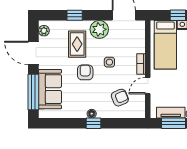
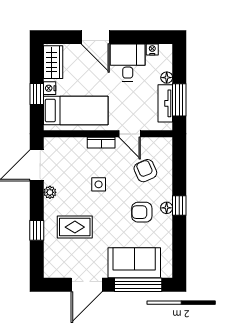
plant: (99, 29) -> (50, 192), width x0.53, depth x0.53
plant: (44, 31) -> (57, 271), removed
armchair: (85, 72) -> (142, 212), moved

